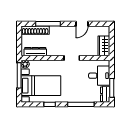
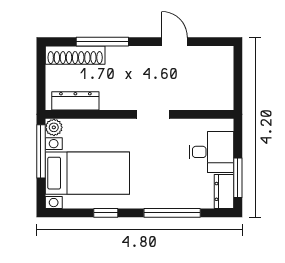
door: (82, 24) -> (175, 42), swing flipped
wardrobe: (104, 46) -> (221, 89), removed

